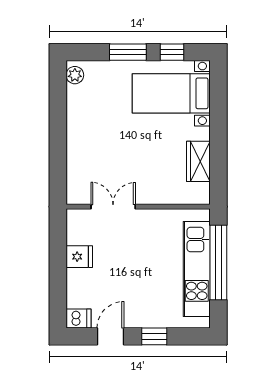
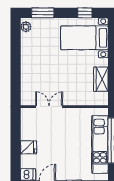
window: (128, 52) -> (43, 13), moved
fridge: (79, 257) -> (29, 147), moved

